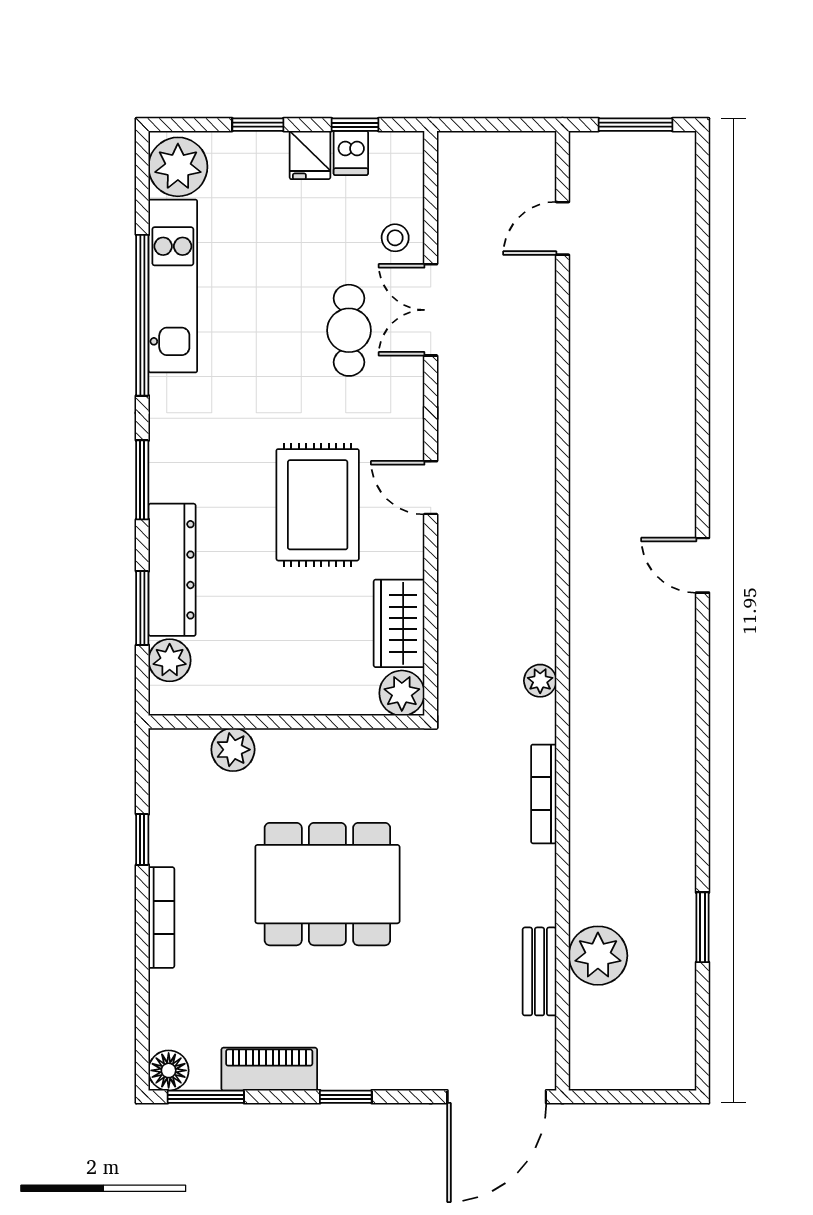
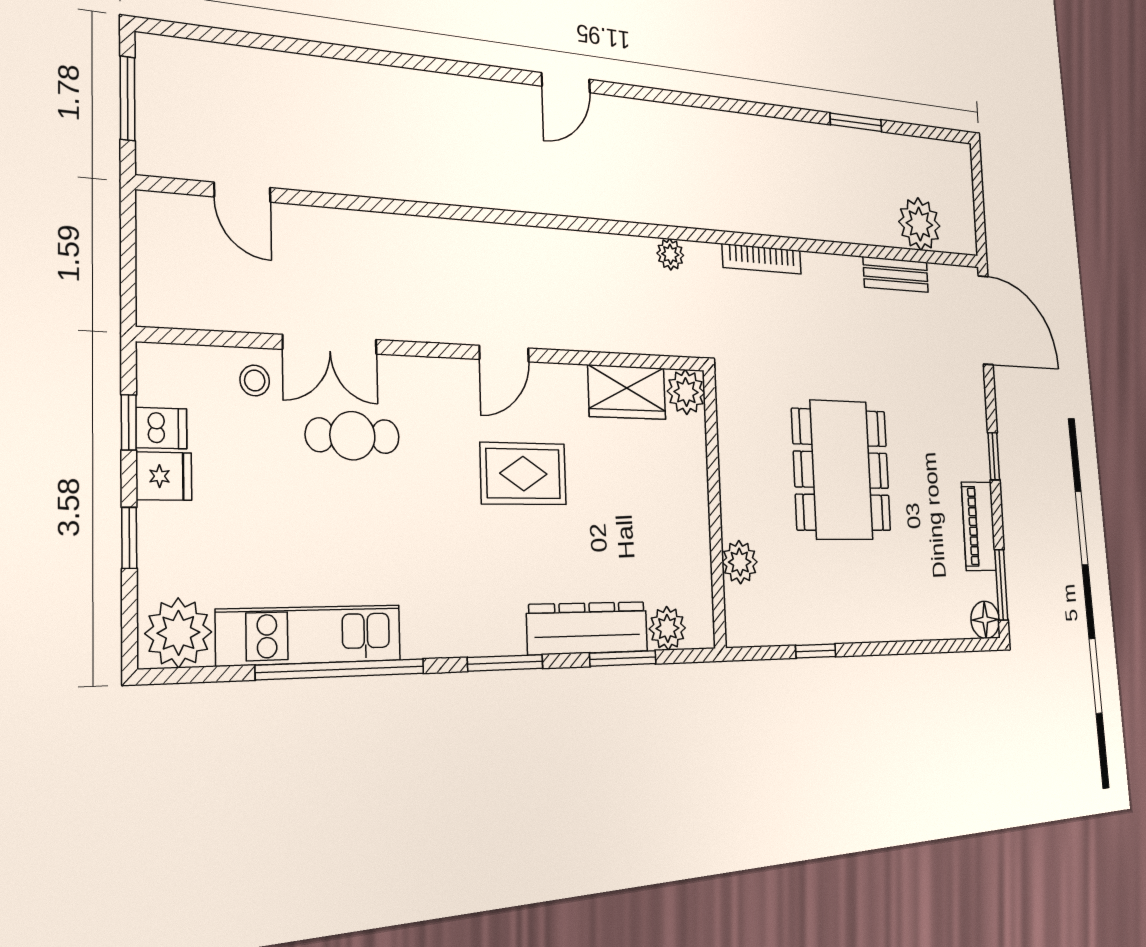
rug: (318, 505) -> (523, 474), width x0.73, depth x0.70
bookcase: (161, 918) -> (875, 630), removed
plant: (598, 956) -> (919, 224), moved

